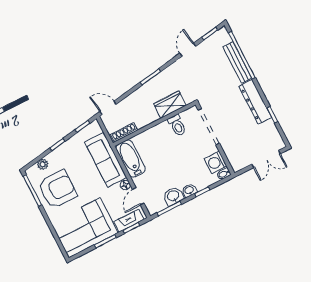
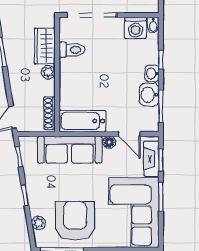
plant: (153, 117) -> (48, 72), added

